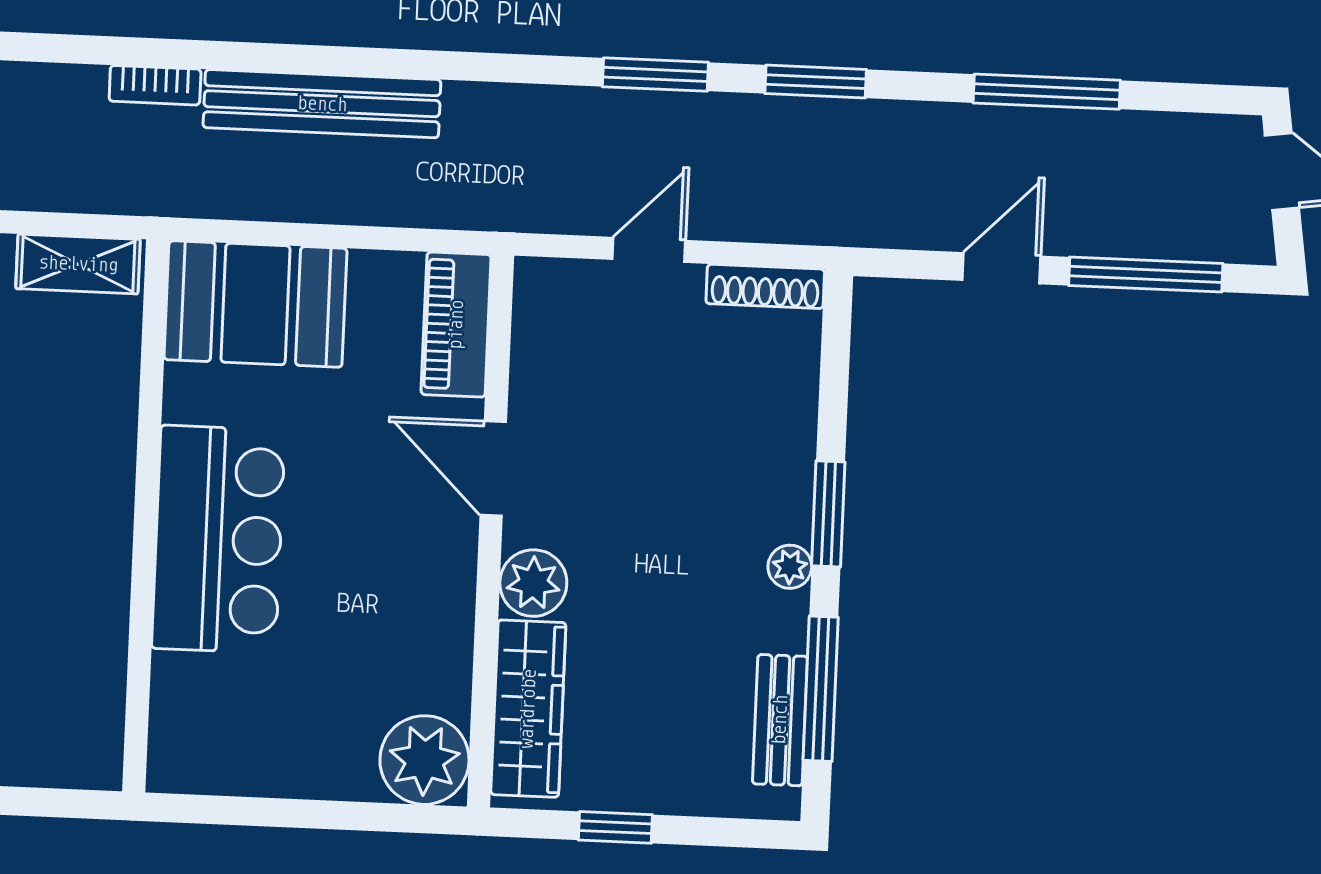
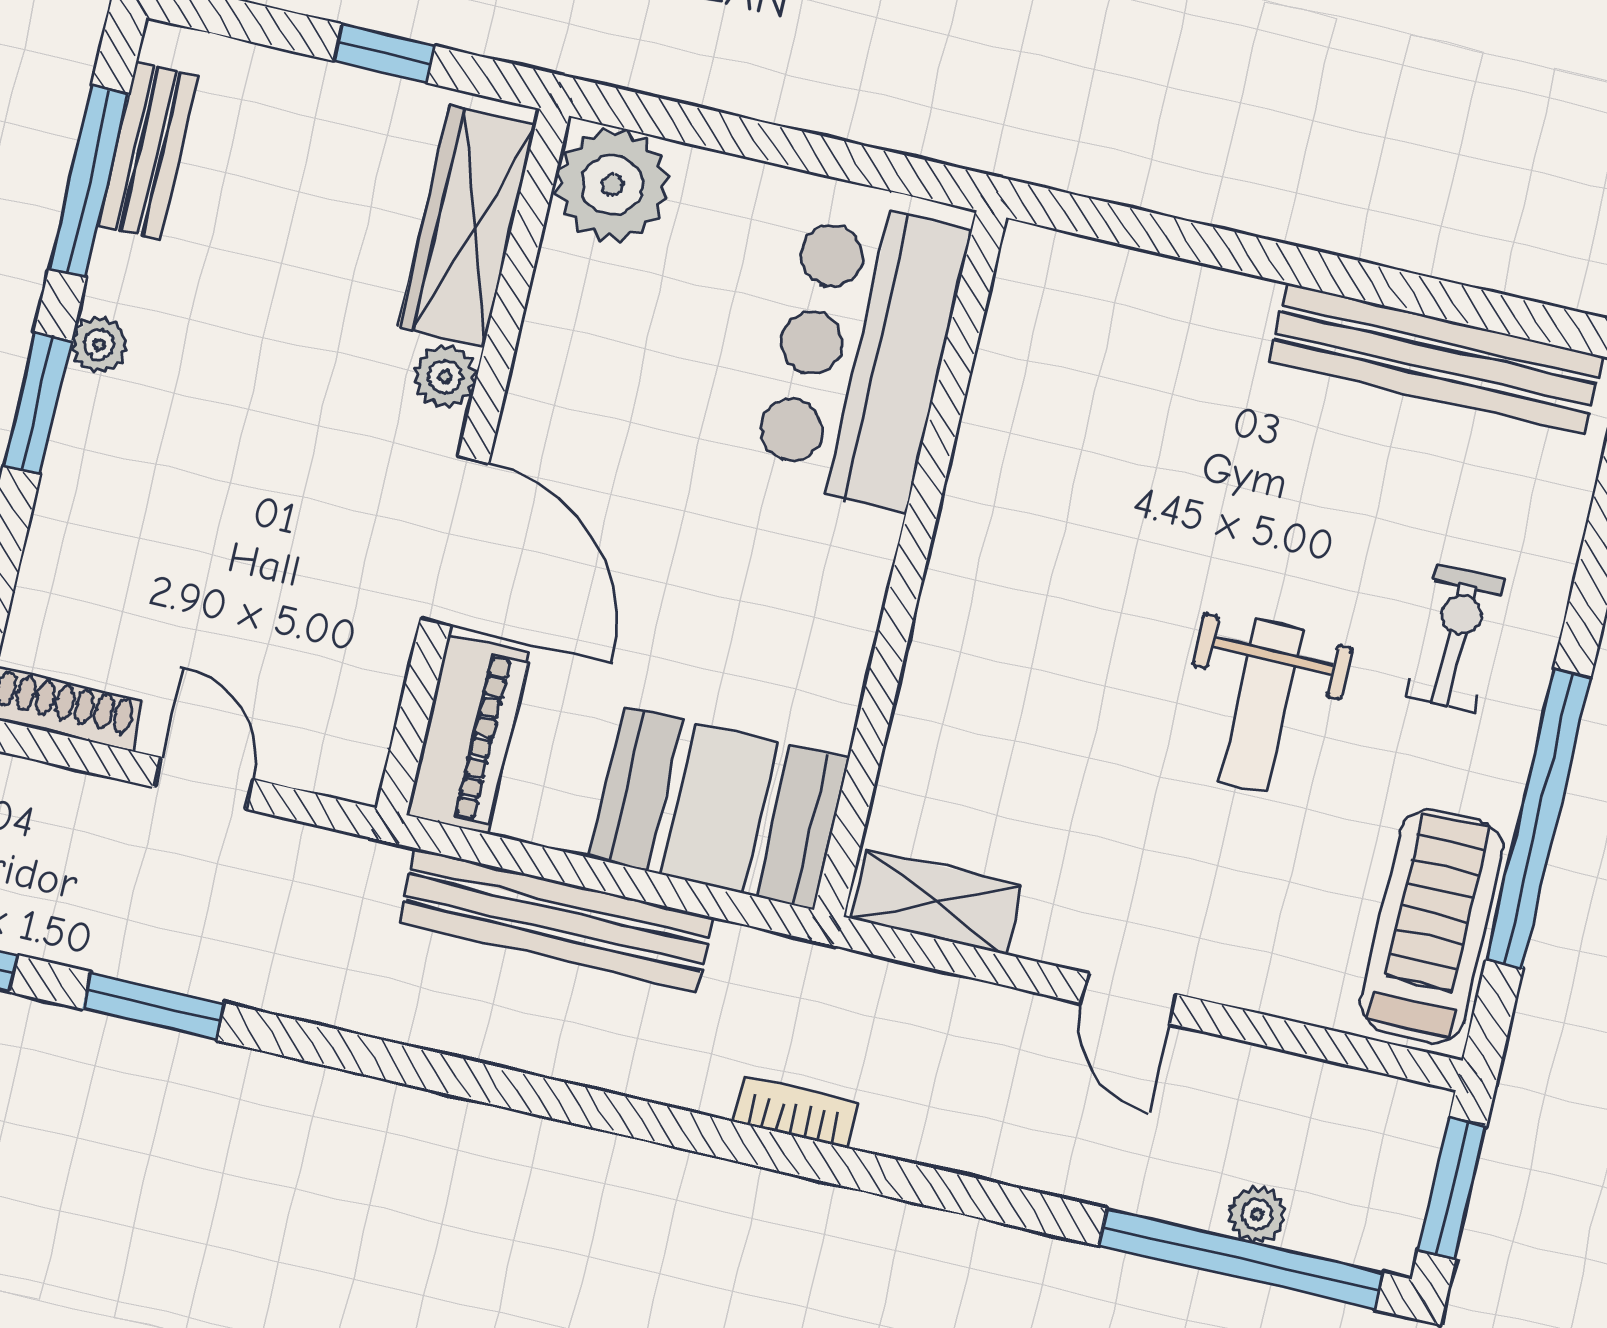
bench: (322, 104) -> (556, 920), moved
door: (649, 250) -> (203, 783), swing flipped
door: (493, 469) -> (455, 541), width x1.36
bar counter: (218, 539) -> (861, 354), moved
plant: (533, 583) -> (445, 376), width x0.73, depth x0.73

